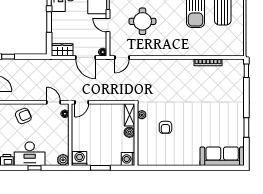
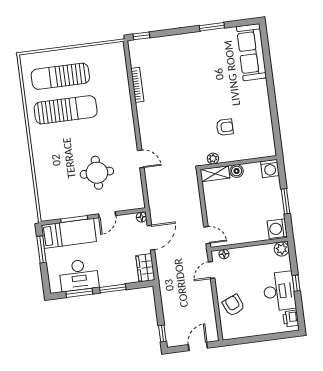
door: (122, 58) -> (141, 159), moved

